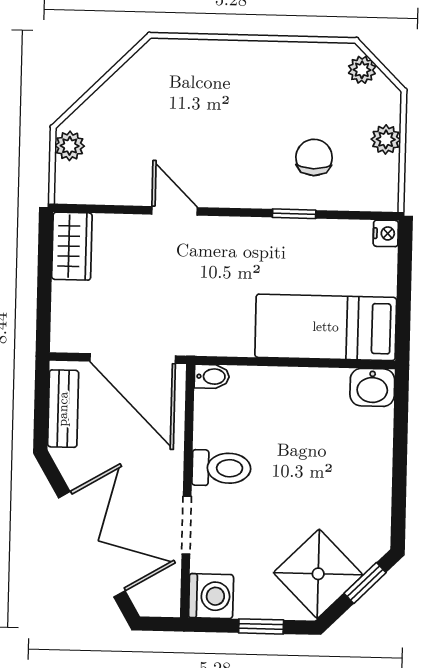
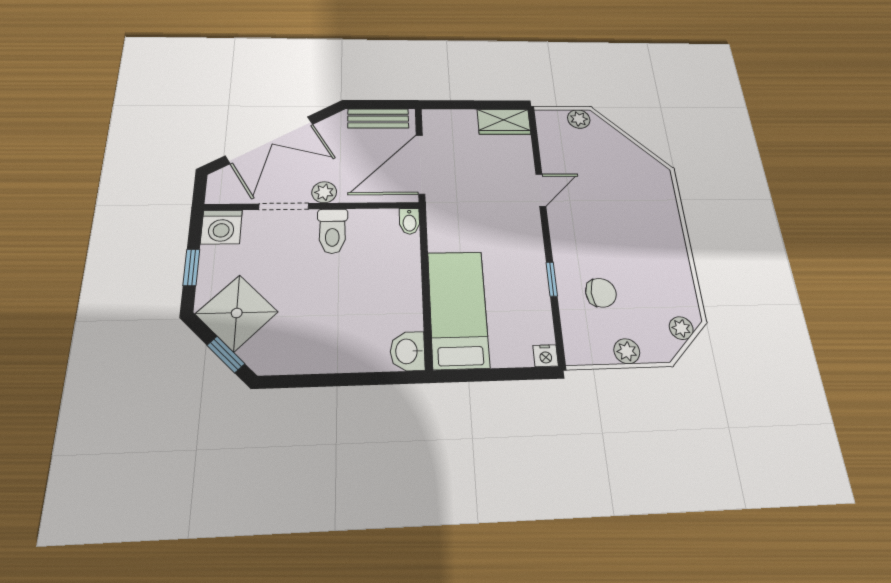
plant: (169, 477) -> (324, 192), added

